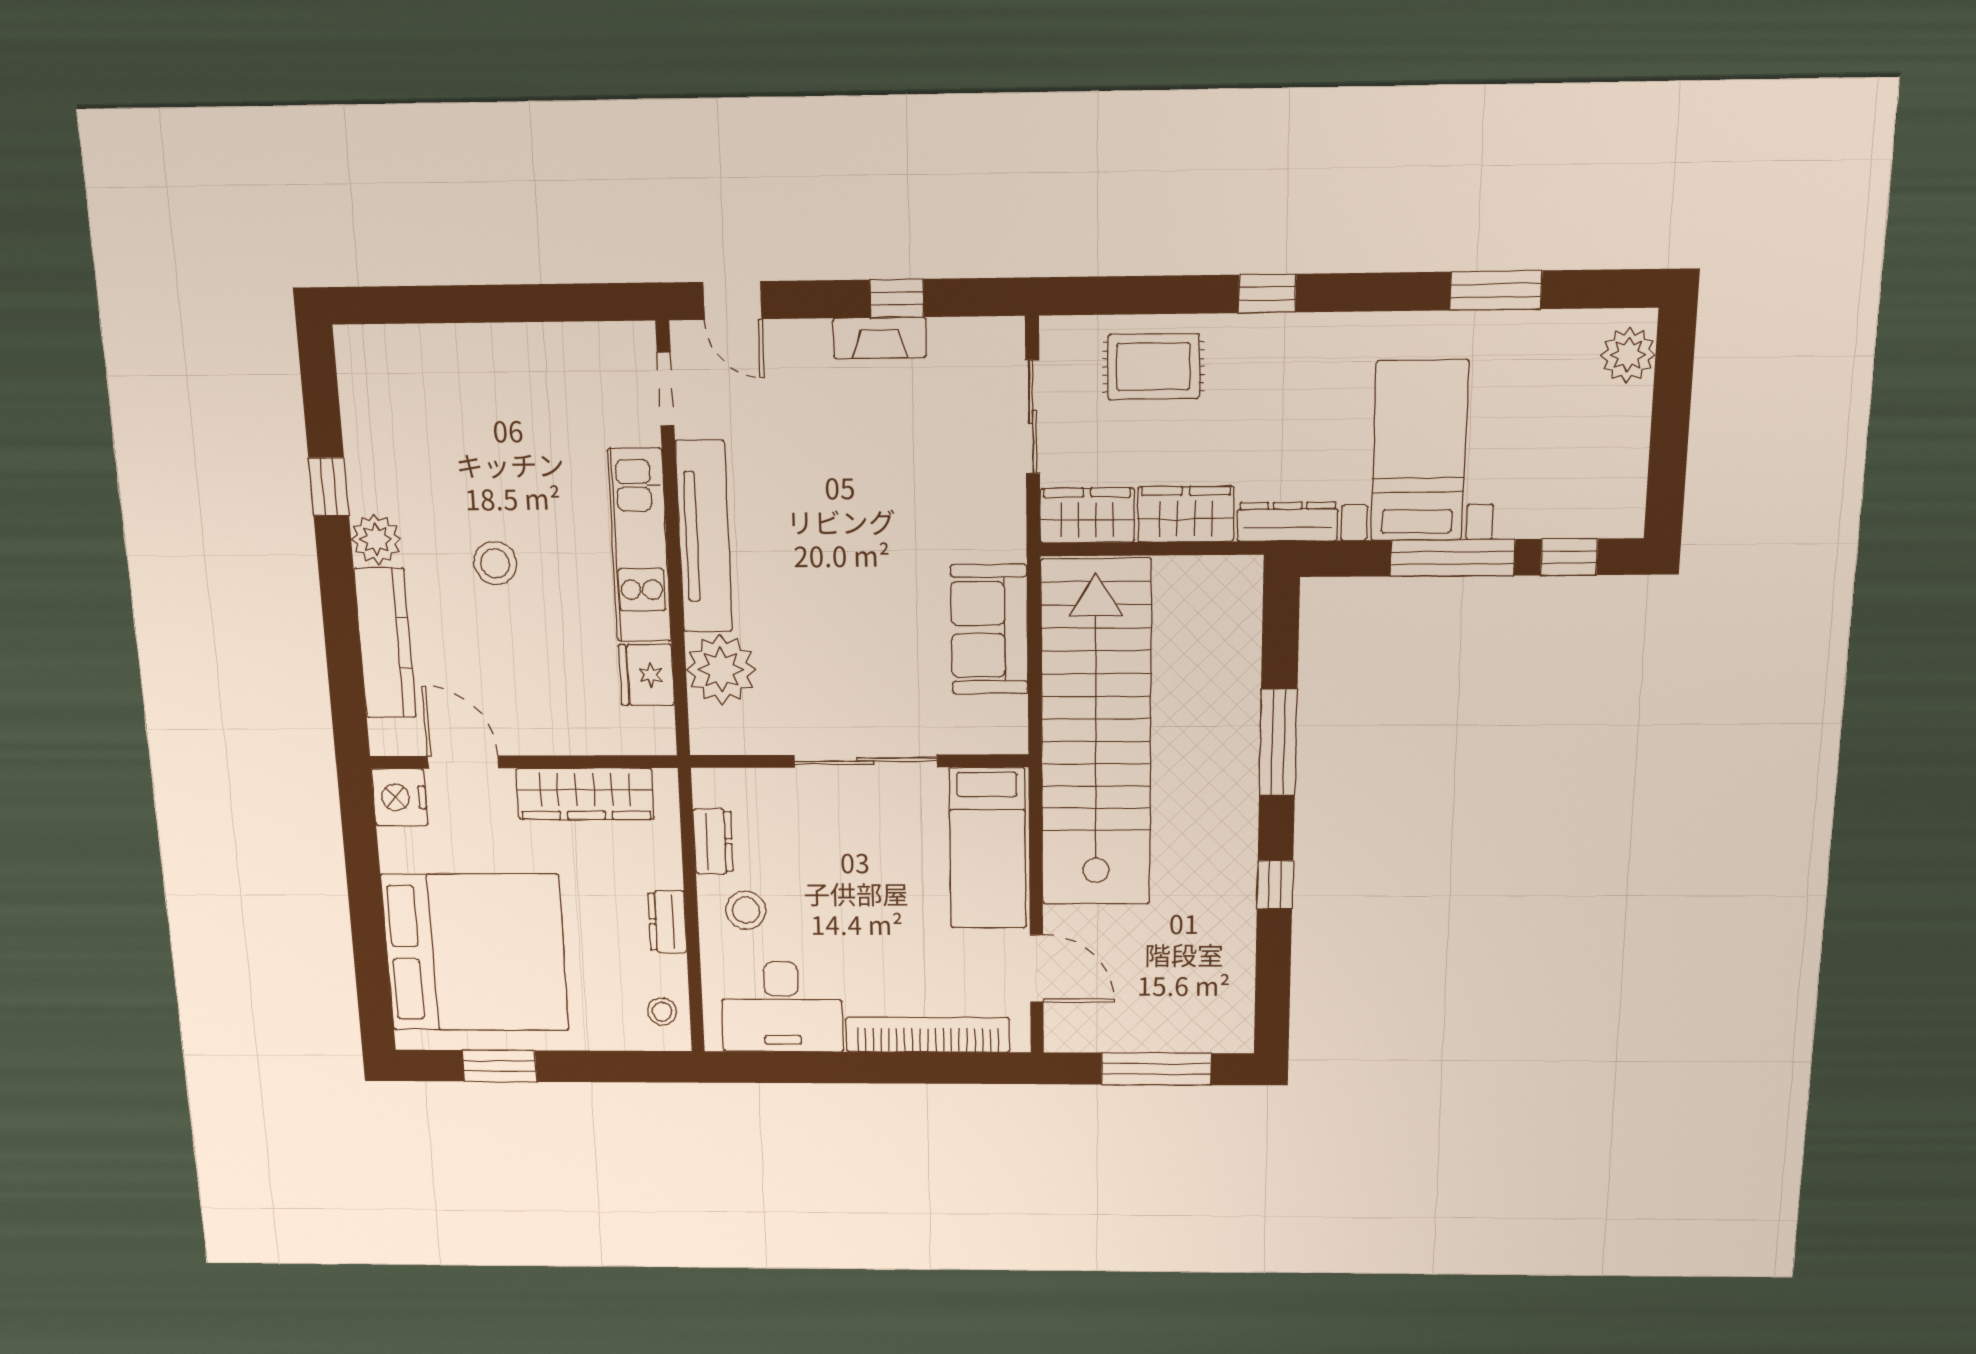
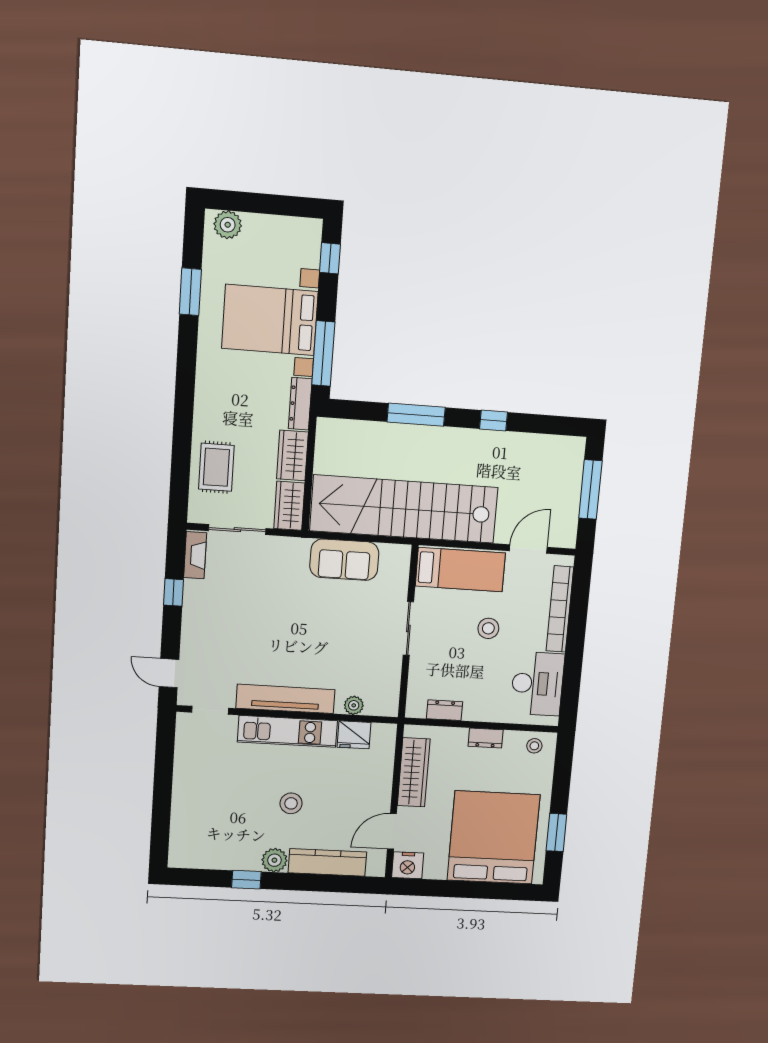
window: (1267, 293) -> (184, 408), removed
door: (733, 301) -> (169, 673), swing flipped
fireplace: (880, 338) -> (195, 555), moved
bed with nightstands: (1419, 451) -> (270, 320), width x1.36
window: (1453, 558) -> (323, 353), moved
plant: (721, 670) -> (354, 705), width x0.53, depth x0.53
sliding door: (866, 761) -> (408, 628), width x0.73
stool: (746, 910) -> (488, 628), moved

